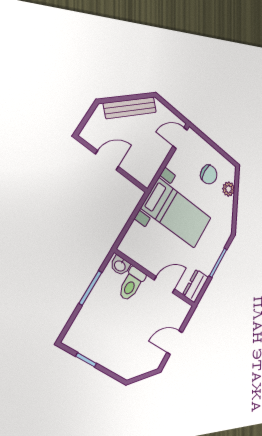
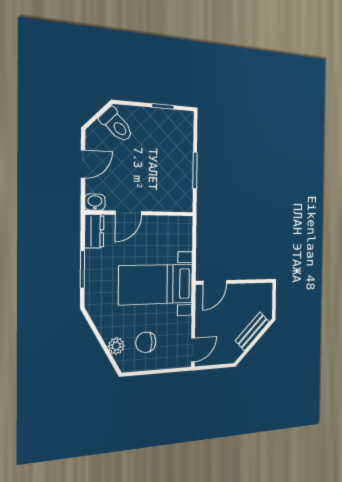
bench: (130, 108) -> (252, 331), width x0.73
door: (107, 160) -> (215, 282), moved
washbasin: (120, 266) -> (95, 202), moved
toilet: (132, 284) -> (117, 125), moved, turned 135

